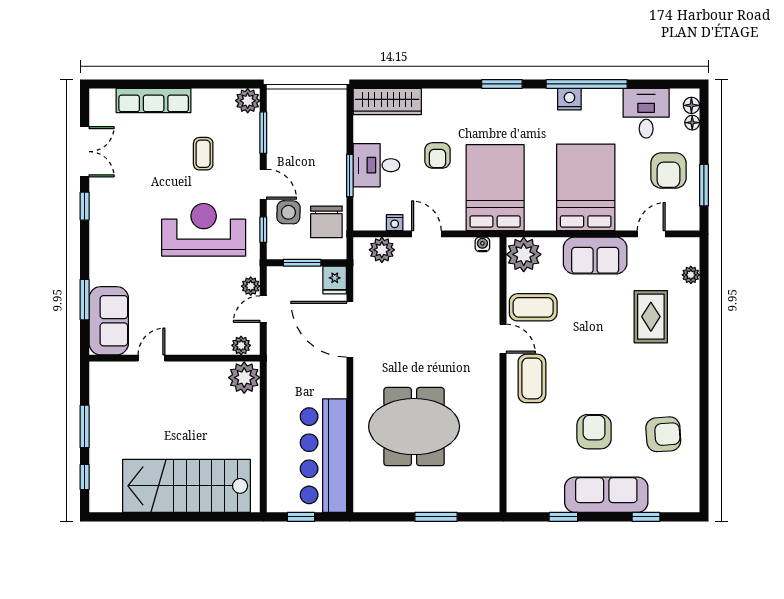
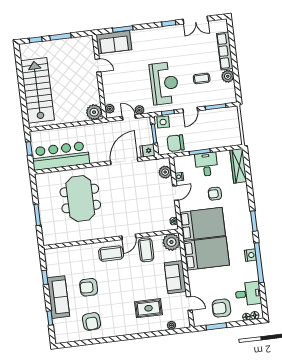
plant: (248, 101) -> (228, 76), moved
bed: (586, 187) -> (206, 253), moved
side table: (288, 212) -> (163, 122), moved
armchair: (594, 432) -> (89, 287), turned 180

